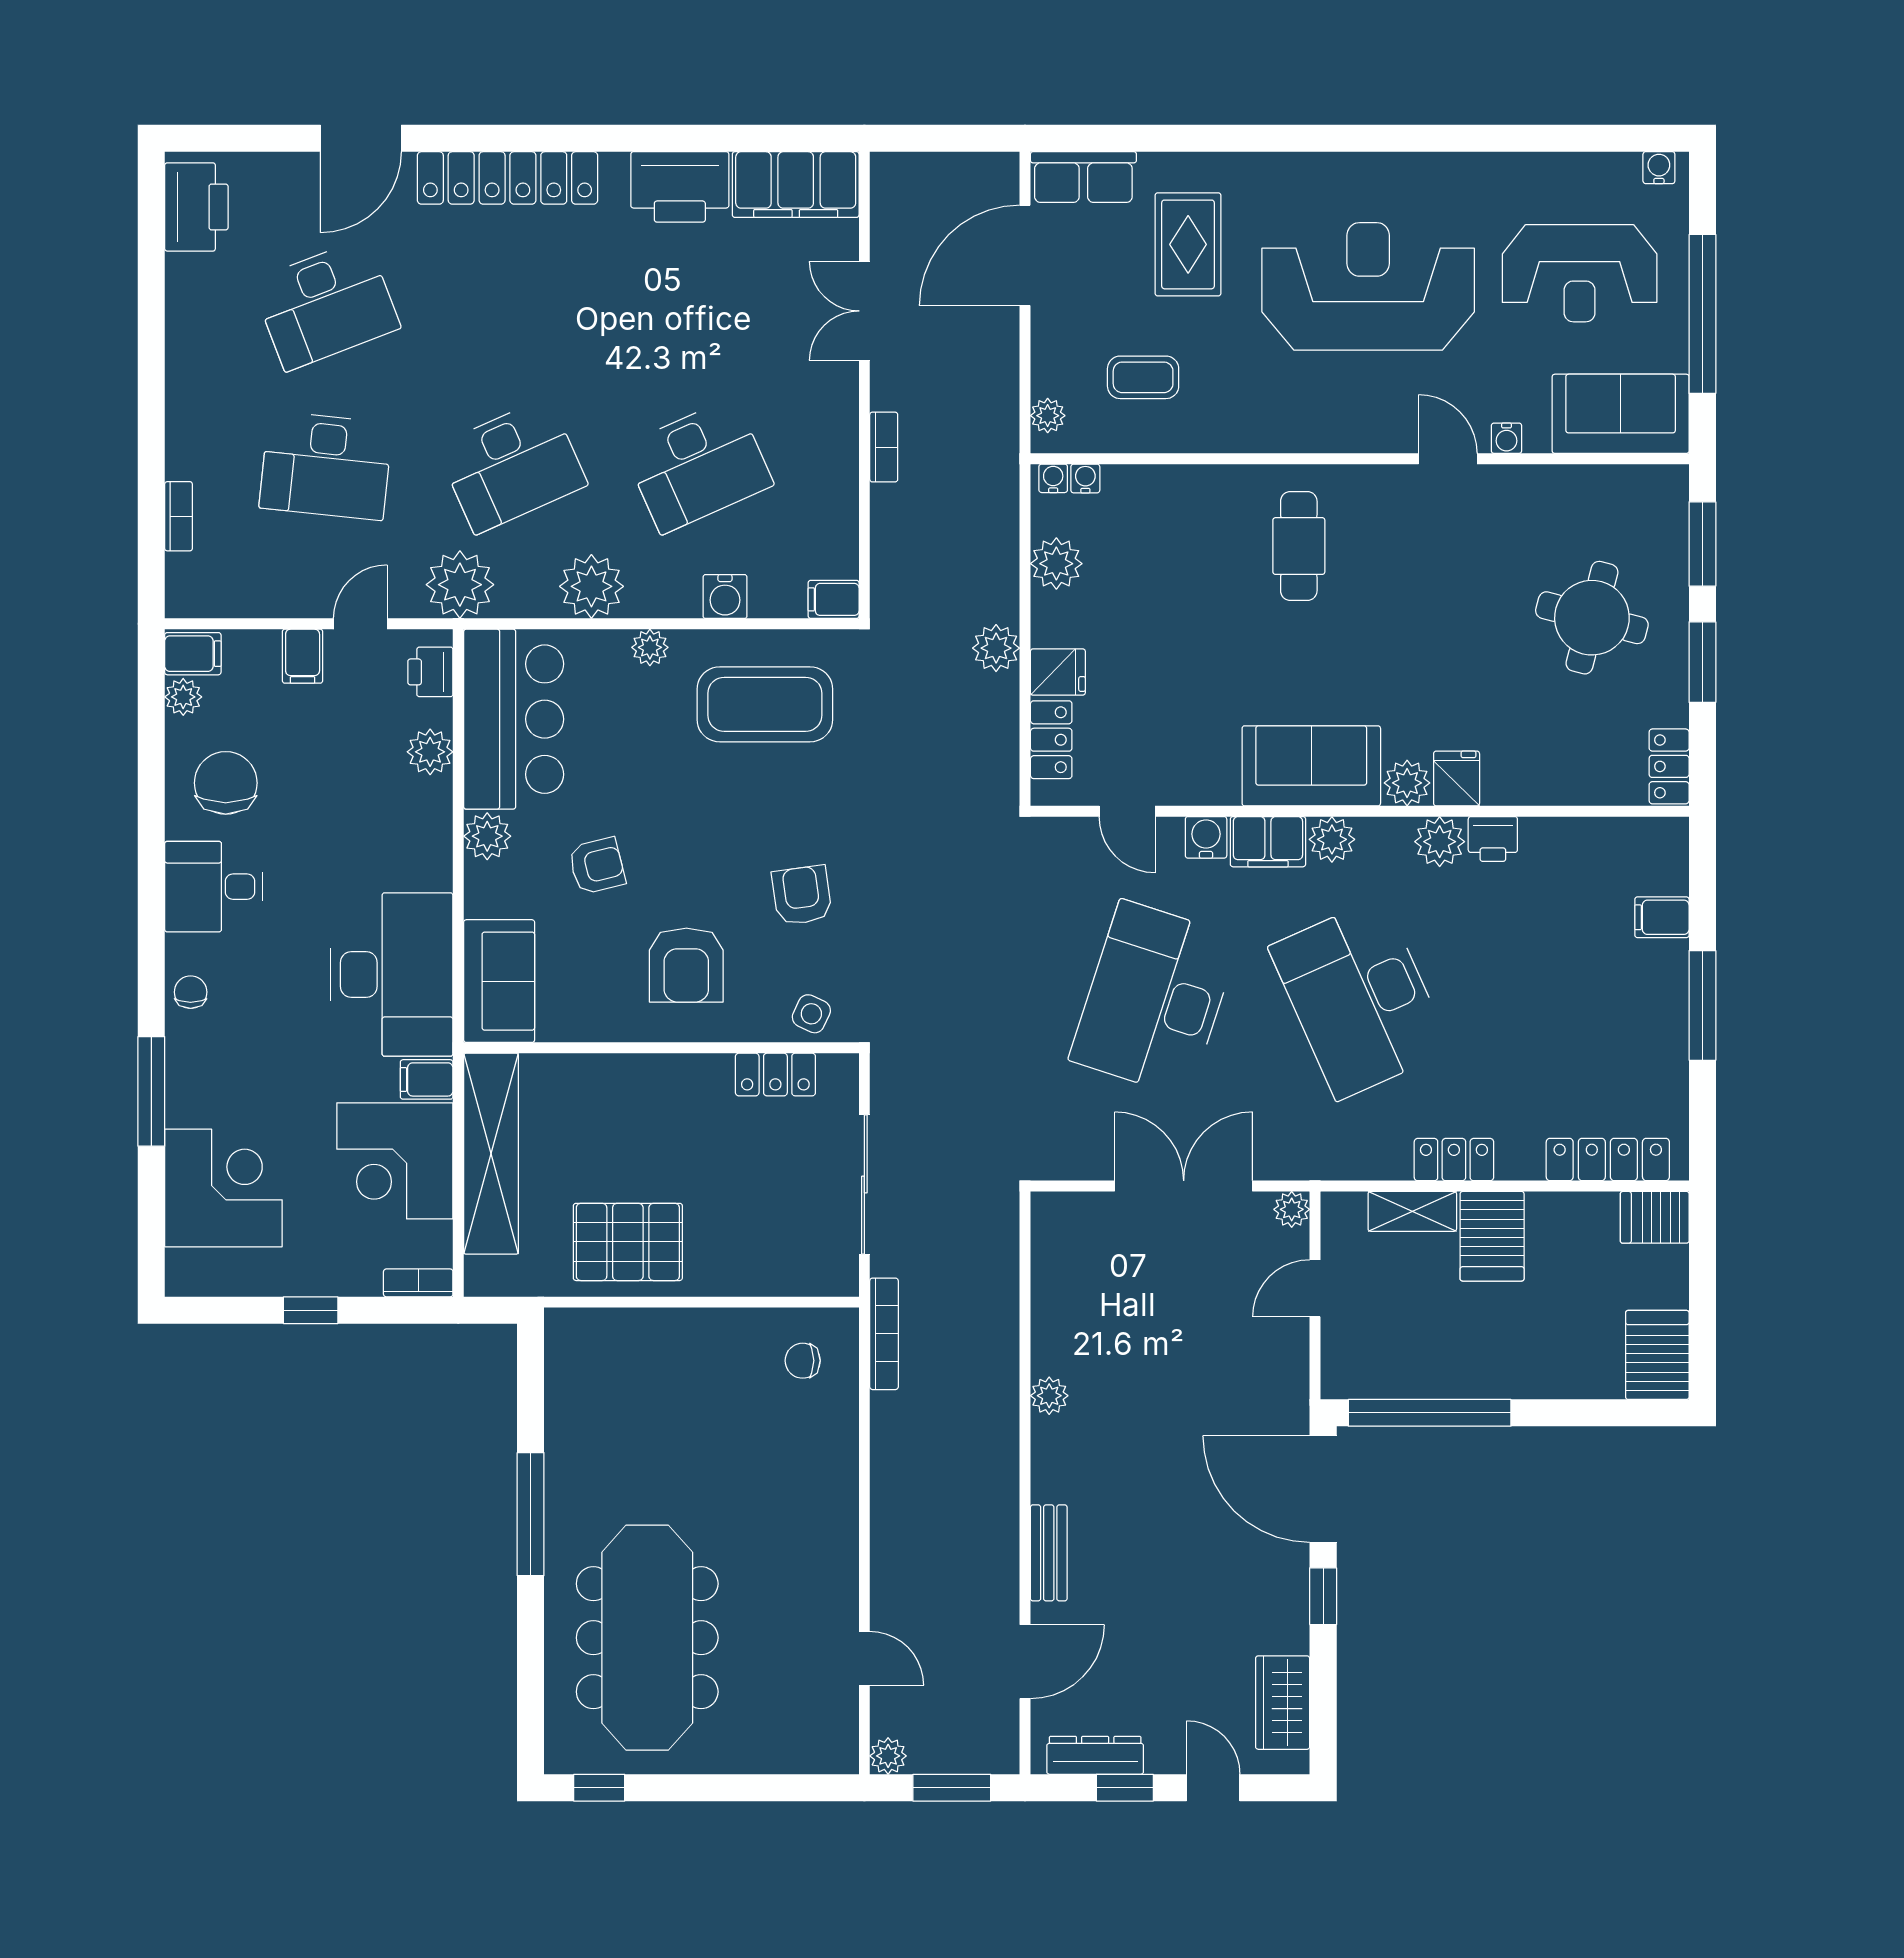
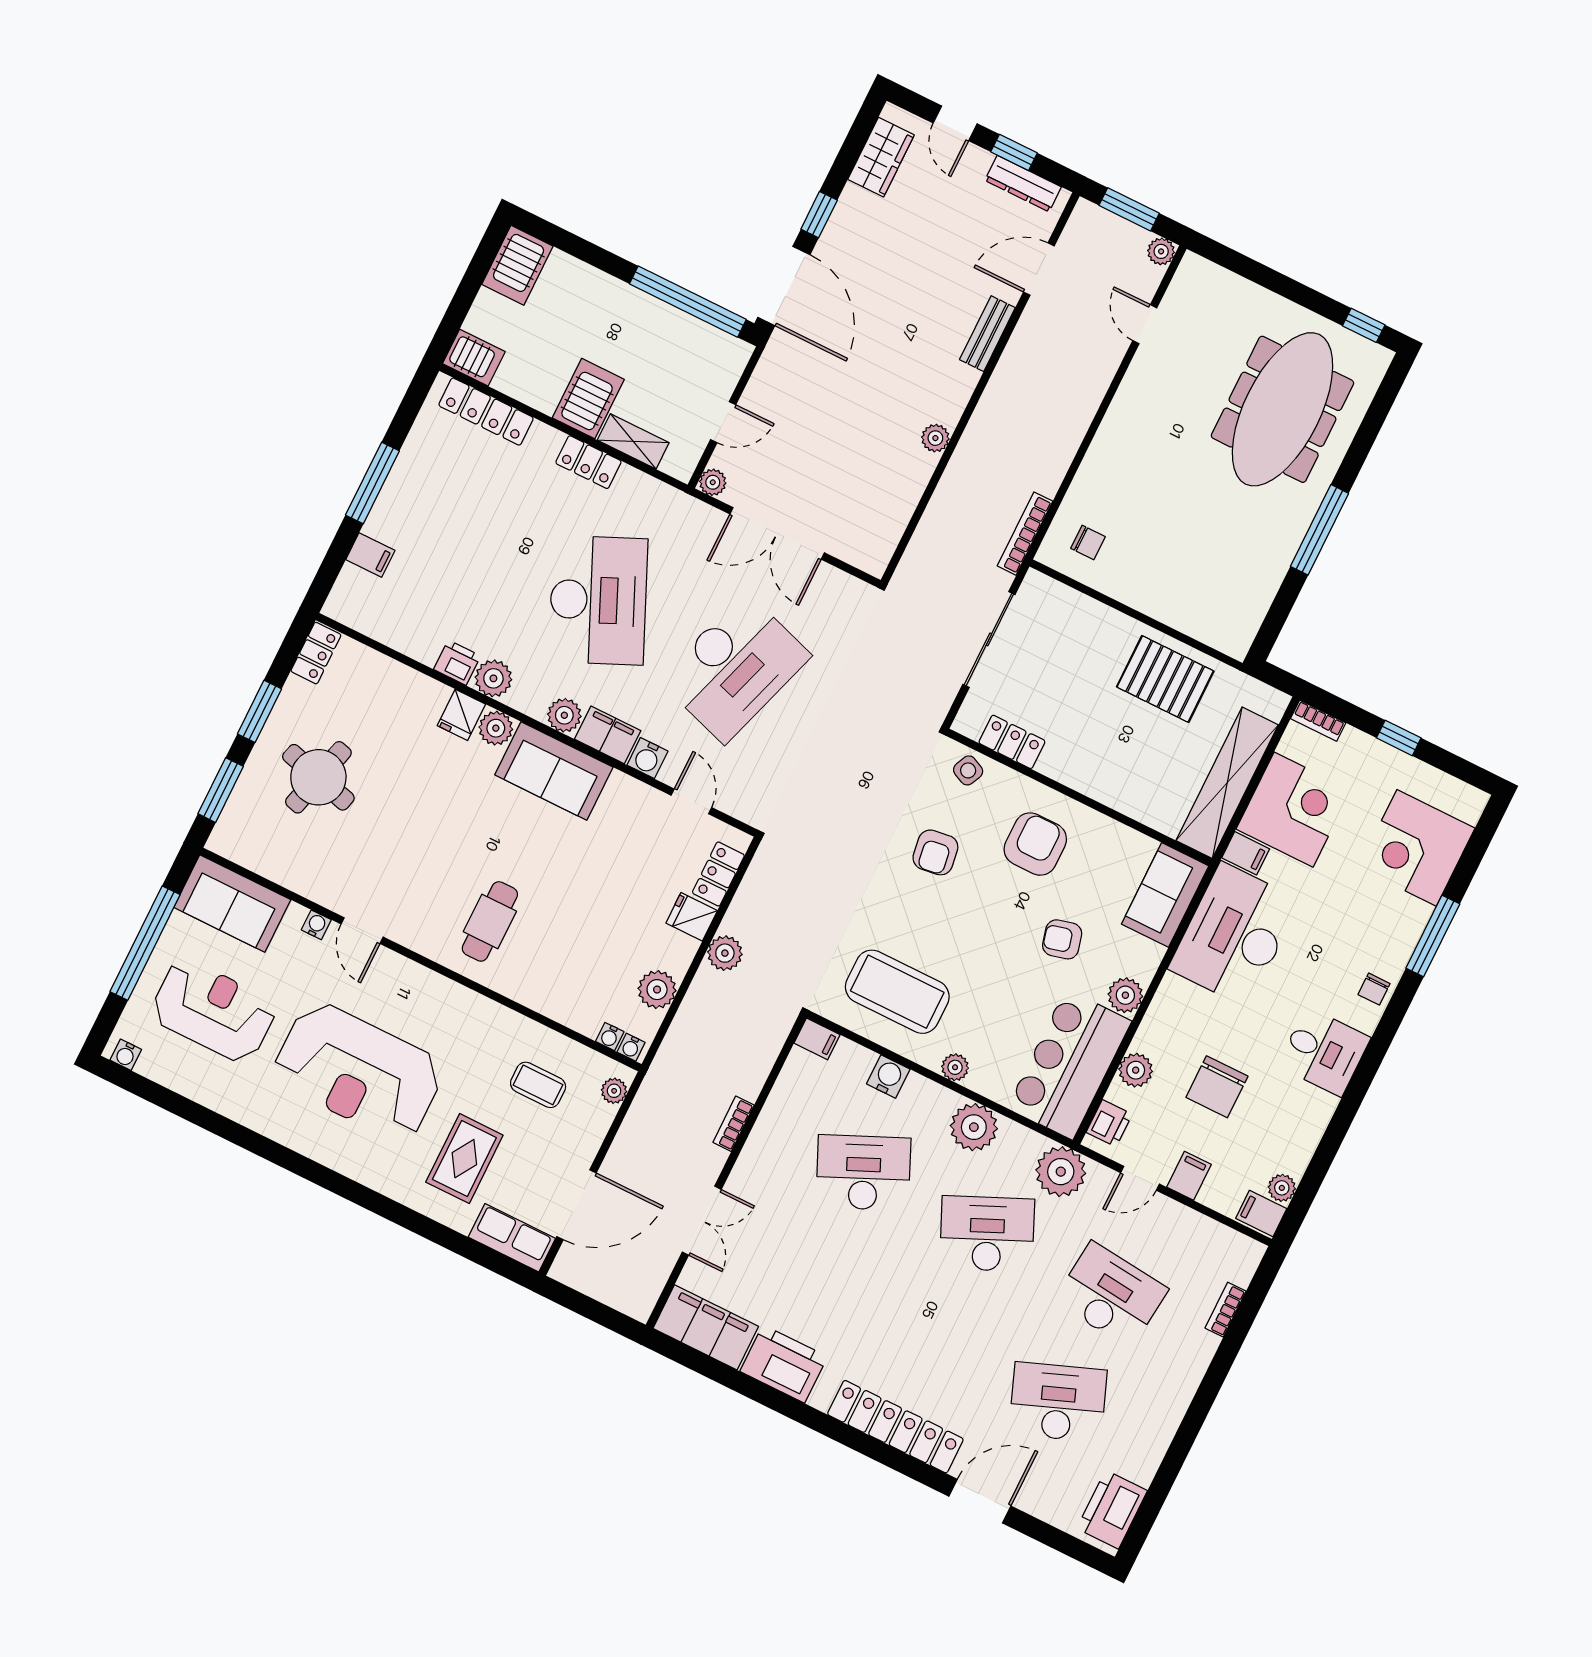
chair: (226, 783) -> (1217, 1087), moved

